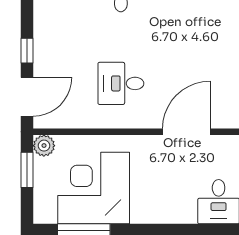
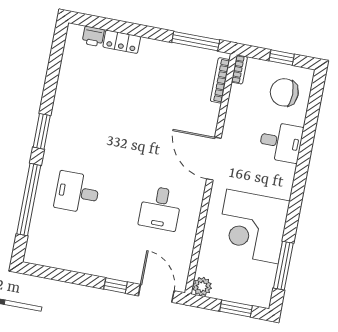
window: (27, 170) -> (236, 309), moved
corner desk: (94, 188) -> (252, 226), moved

